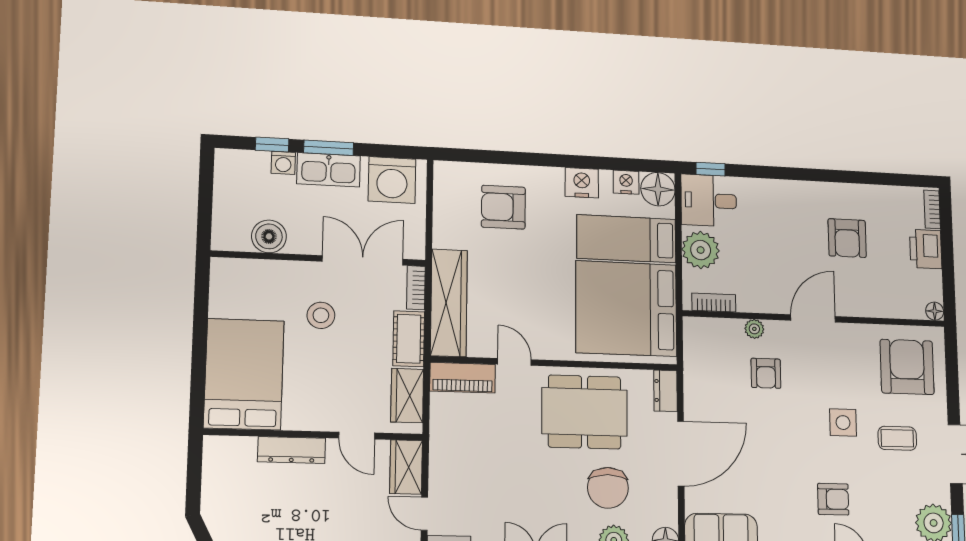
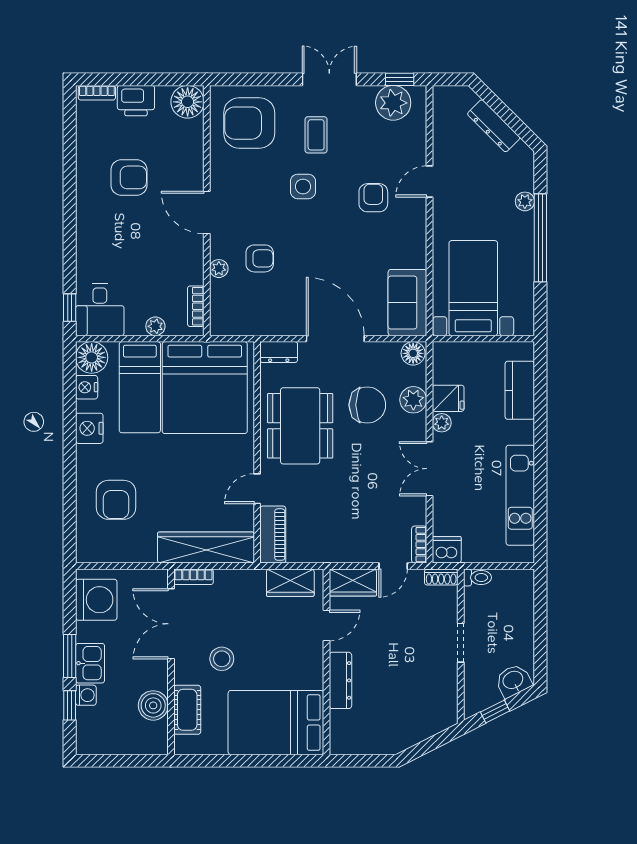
kitchen sink: (329, 170) -> (90, 663), width x0.73
plant: (701, 250) -> (155, 326), width x0.53, depth x0.53
floor lamp: (935, 311) -> (188, 102), width x1.89, depth x1.89
cot: (409, 339) -> (187, 710), moved, turned 90

